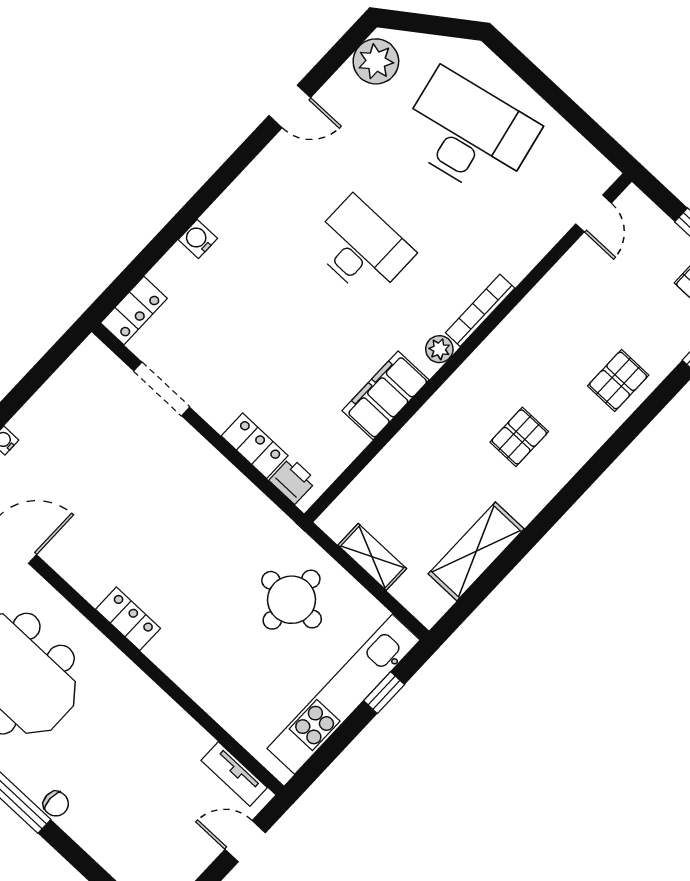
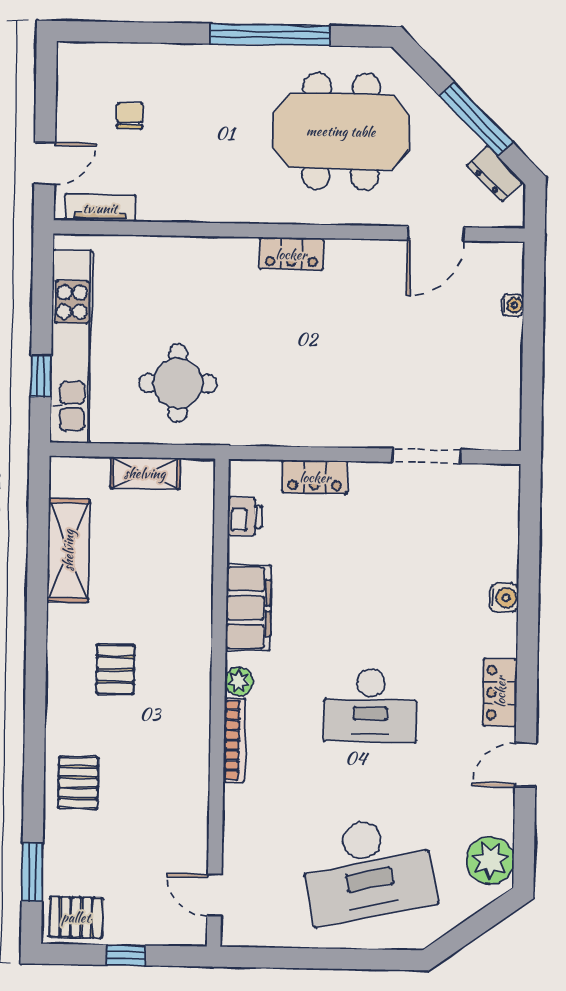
locker: (134, 311) -> (500, 692), moved
printer: (293, 481) -> (245, 517), moved, turned -90
chair: (56, 804) -> (130, 116), moved, turned 90

